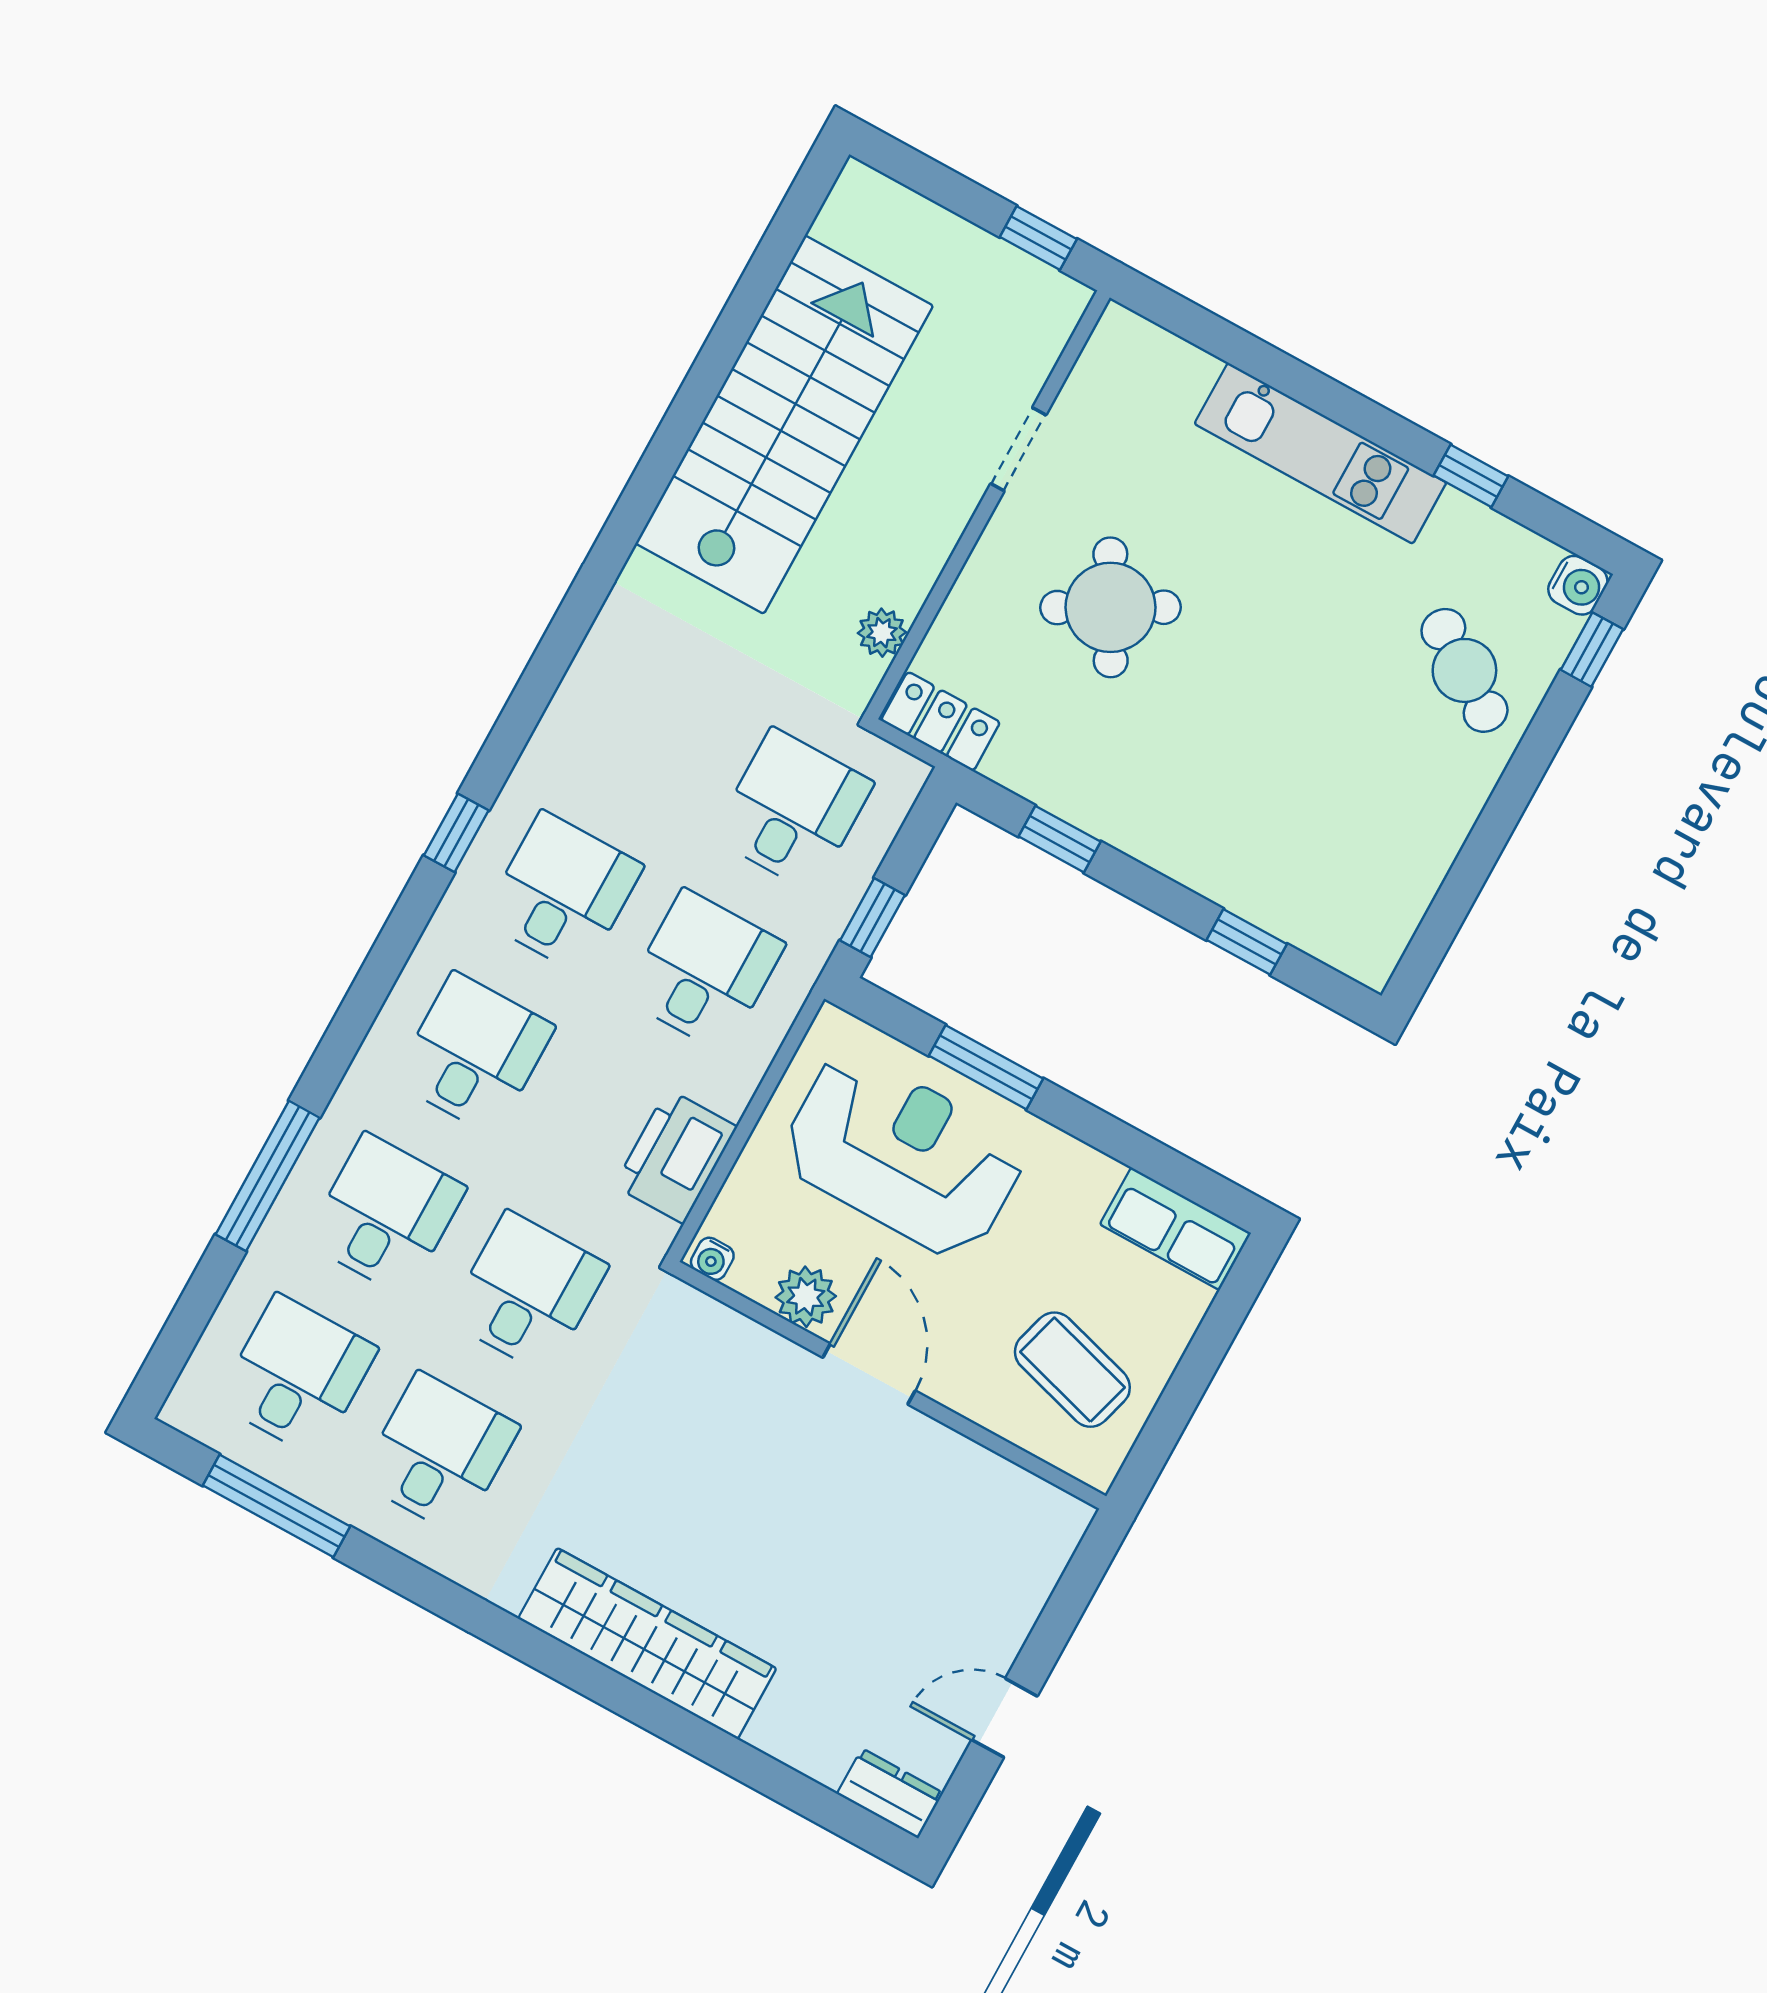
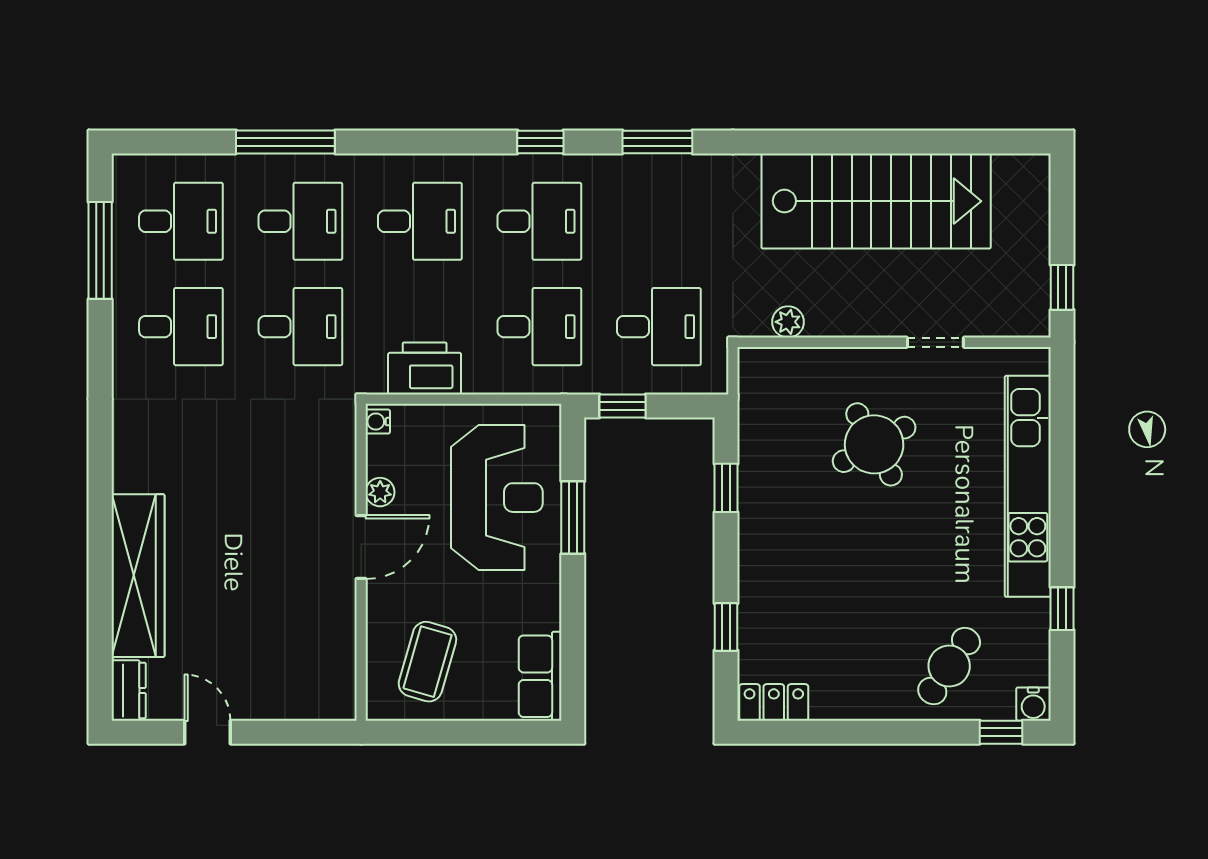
kitchen unit: (1320, 453) -> (1028, 486), width x1.36
window: (543, 675) -> (657, 142), added
locker: (940, 721) -> (774, 702), moved, turned -90
plant: (806, 1297) -> (380, 492), width x0.73, depth x0.73
wardrobe: (647, 1644) -> (138, 576), moved

